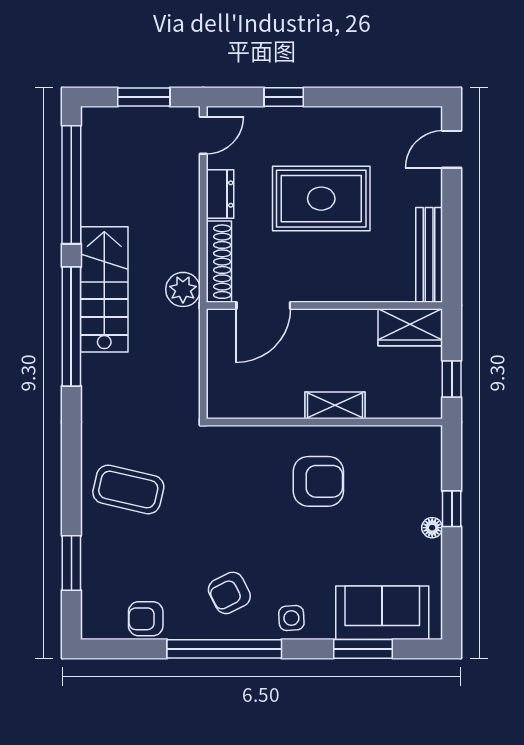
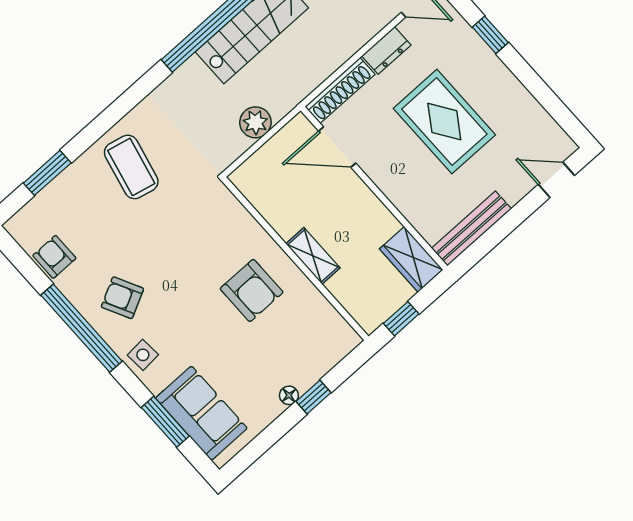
plant: (183, 289) -> (255, 122), moved

